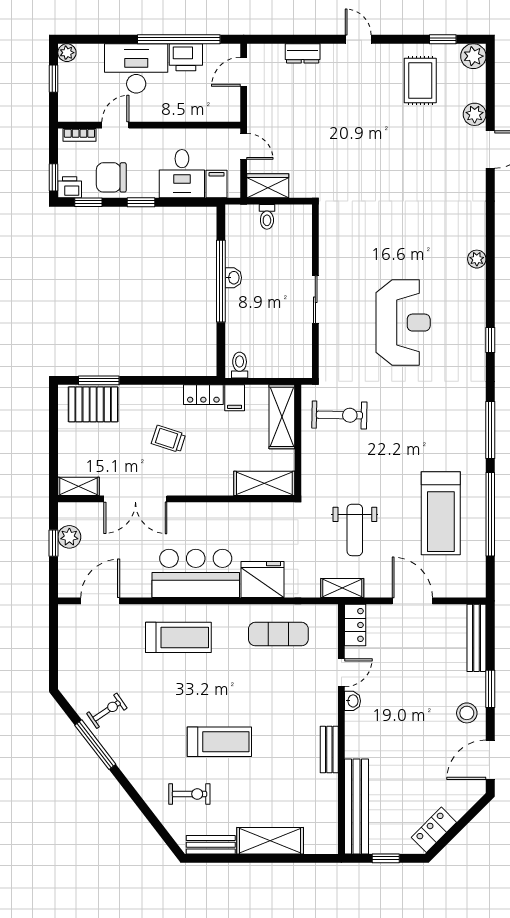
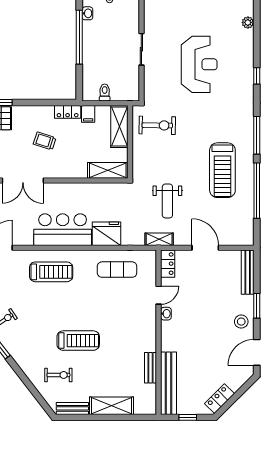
washbasin: (233, 278) -> (87, 13), moved
toilet: (240, 365) -> (105, 92), moved
treadmill: (441, 513) -> (222, 170), moved
bench: (329, 750) -> (151, 368), moved

